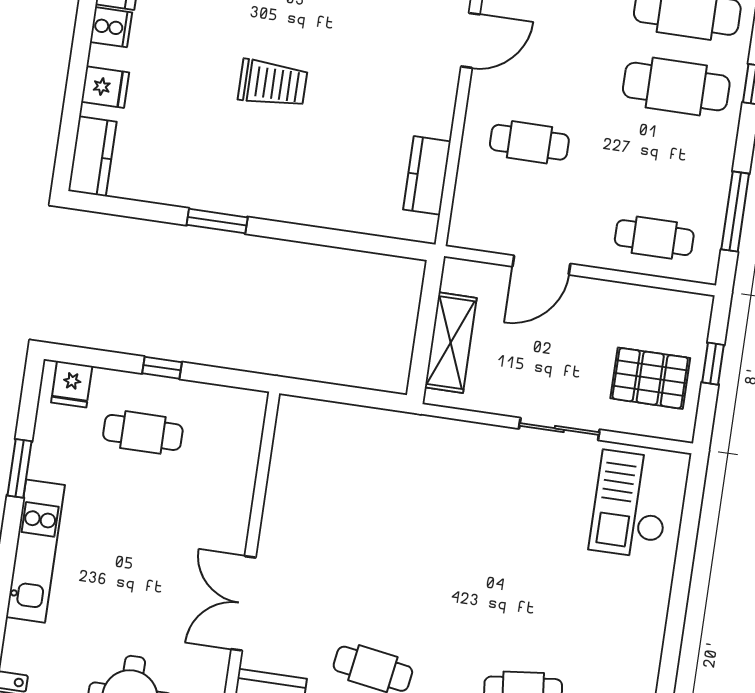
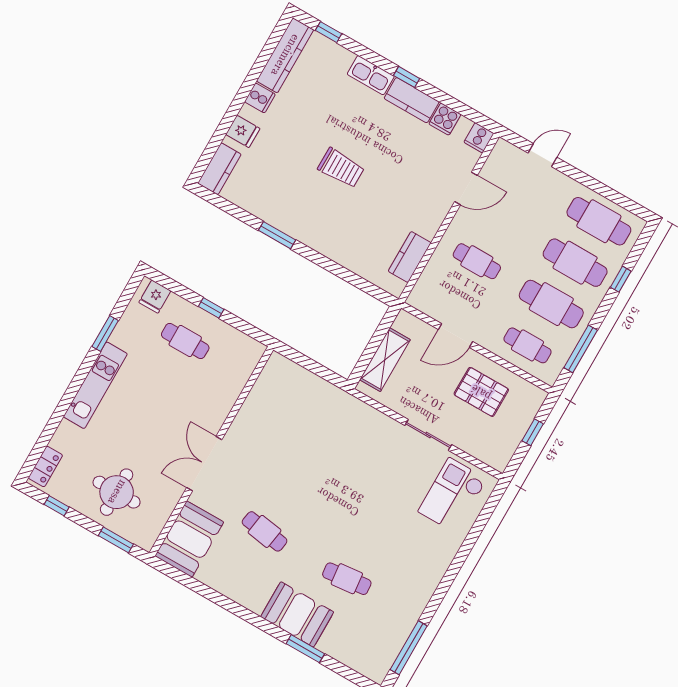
cafe table: (665, 162) -> (551, 304), added
pallet: (650, 378) -> (481, 392), moved

